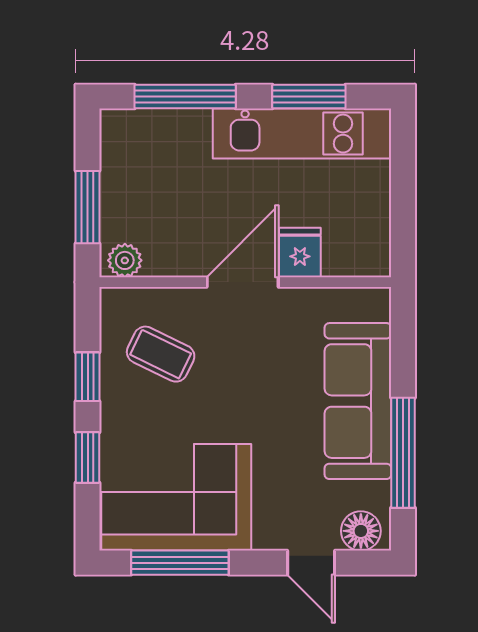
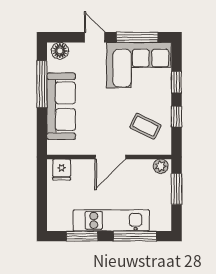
kitchen unit: (302, 134) -> (111, 220), moved
fridge: (300, 252) -> (62, 170), moved
door: (311, 563) -> (95, 37), moved

